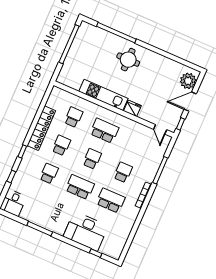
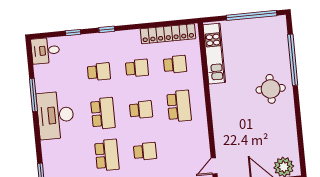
kitchen unit: (103, 95) -> (214, 54), moved
fridge: (132, 108) -> (220, 123), removed
locker: (41, 128) -> (168, 34), moved
desk: (86, 231) -> (56, 115), moved

